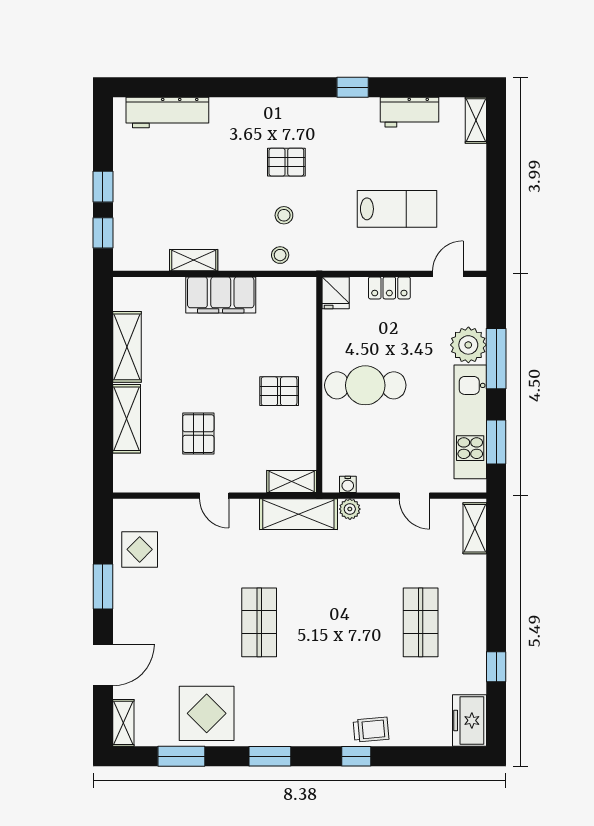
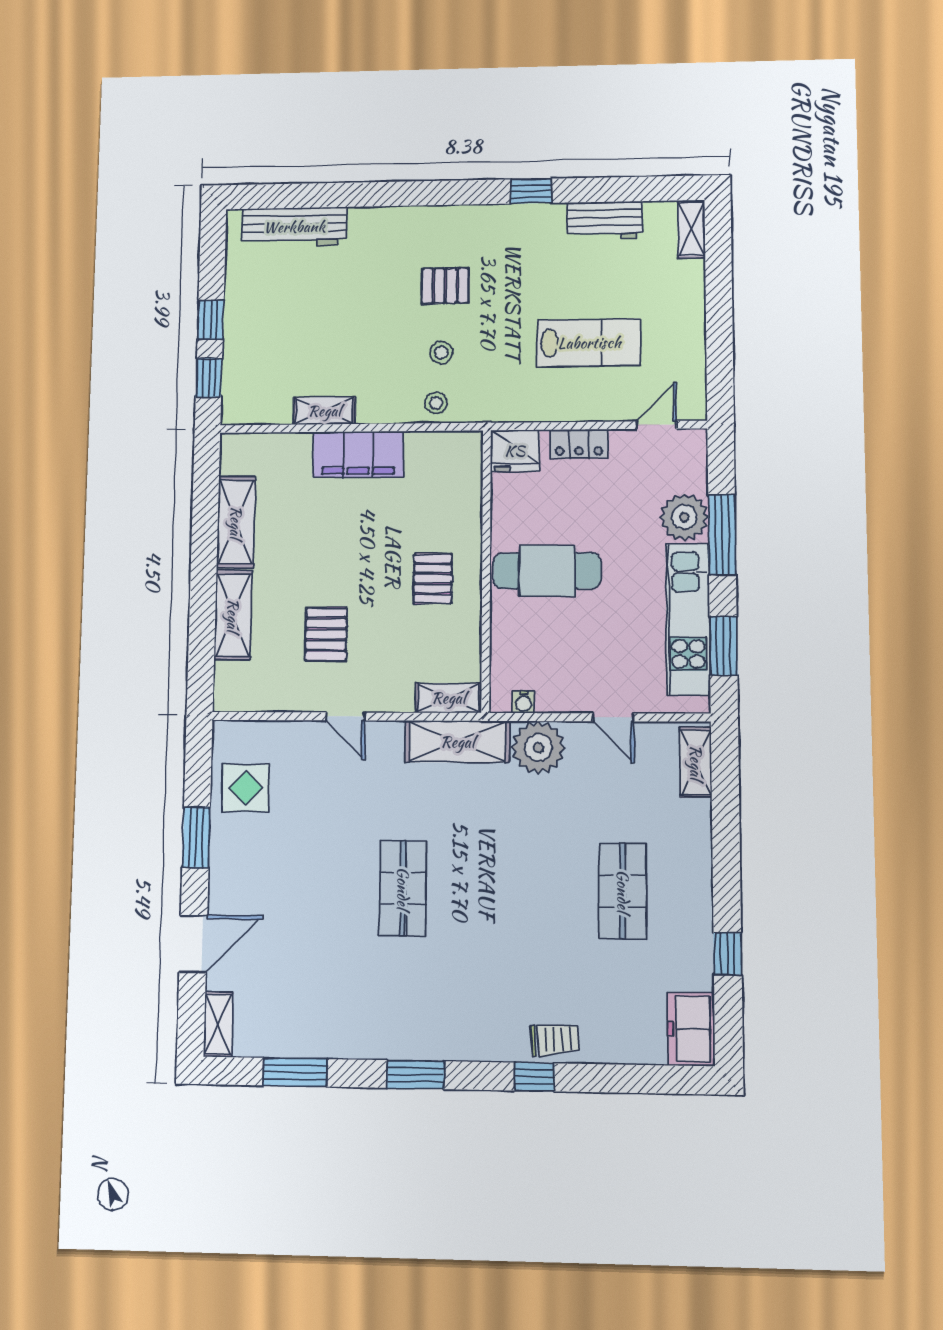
fridge: (336, 293) -> (515, 451), width x1.38
pallet: (279, 391) -> (433, 579), turned 90
plant: (350, 509) -> (538, 748), width x1.88, depth x1.88
display table: (207, 713) -> (330, 1013), removed

